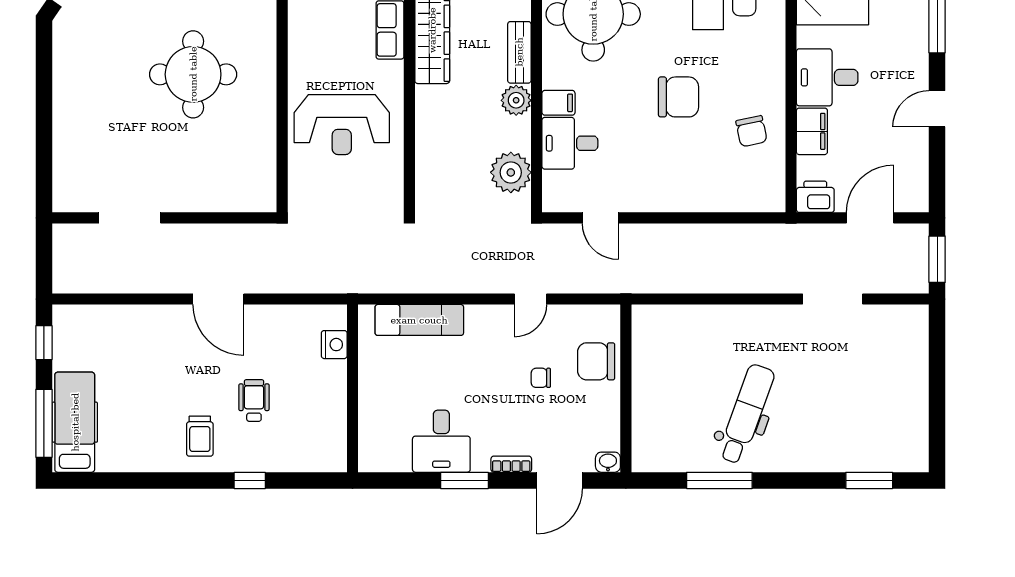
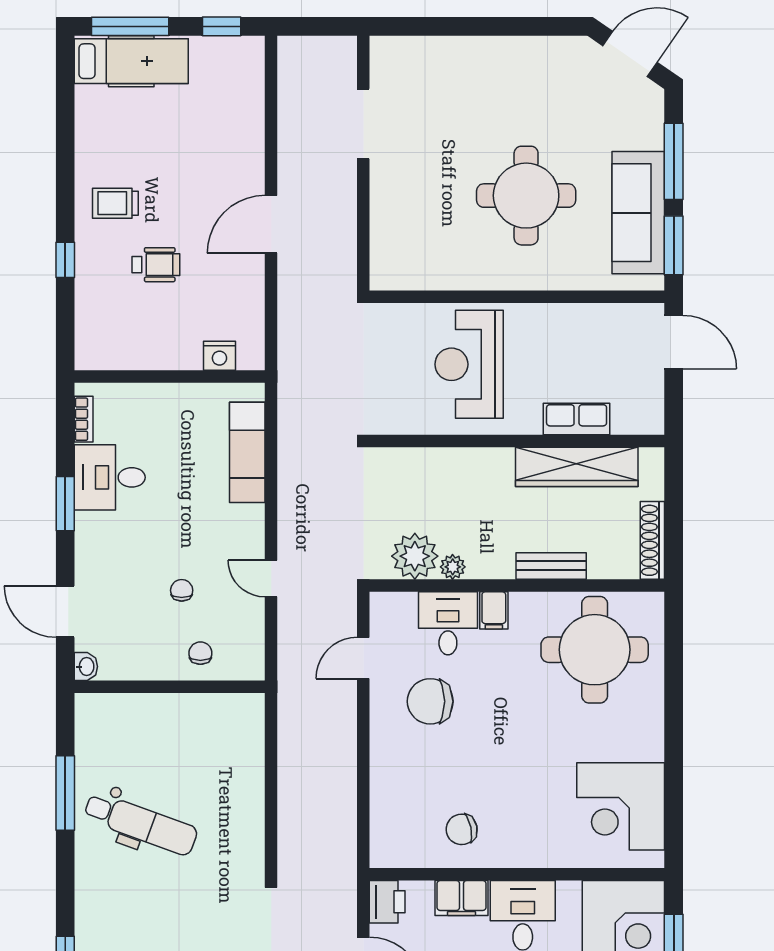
chair: (678, 97) -> (430, 701), moved, turned 90
plant: (516, 100) -> (453, 567), moved, width x0.73, depth x0.73
chair: (596, 361) -> (200, 653), width x0.54, depth x0.54
bookcase: (511, 464) -> (84, 419), moved

